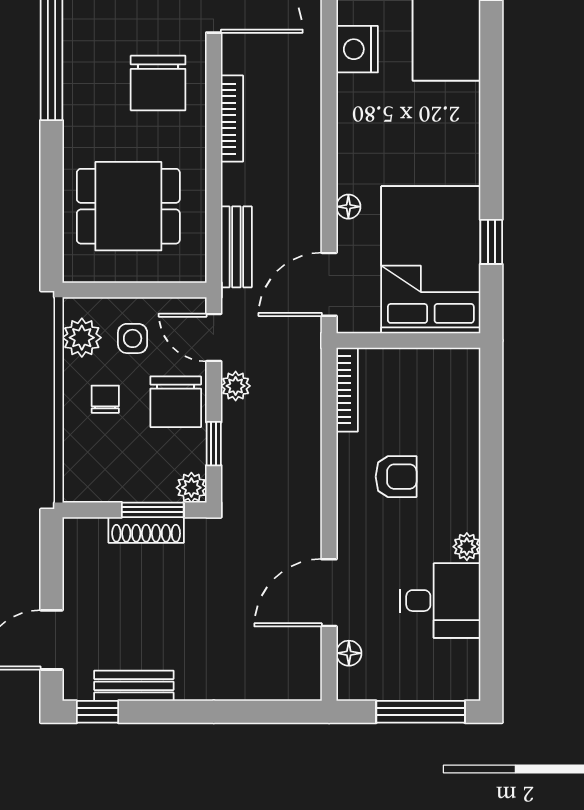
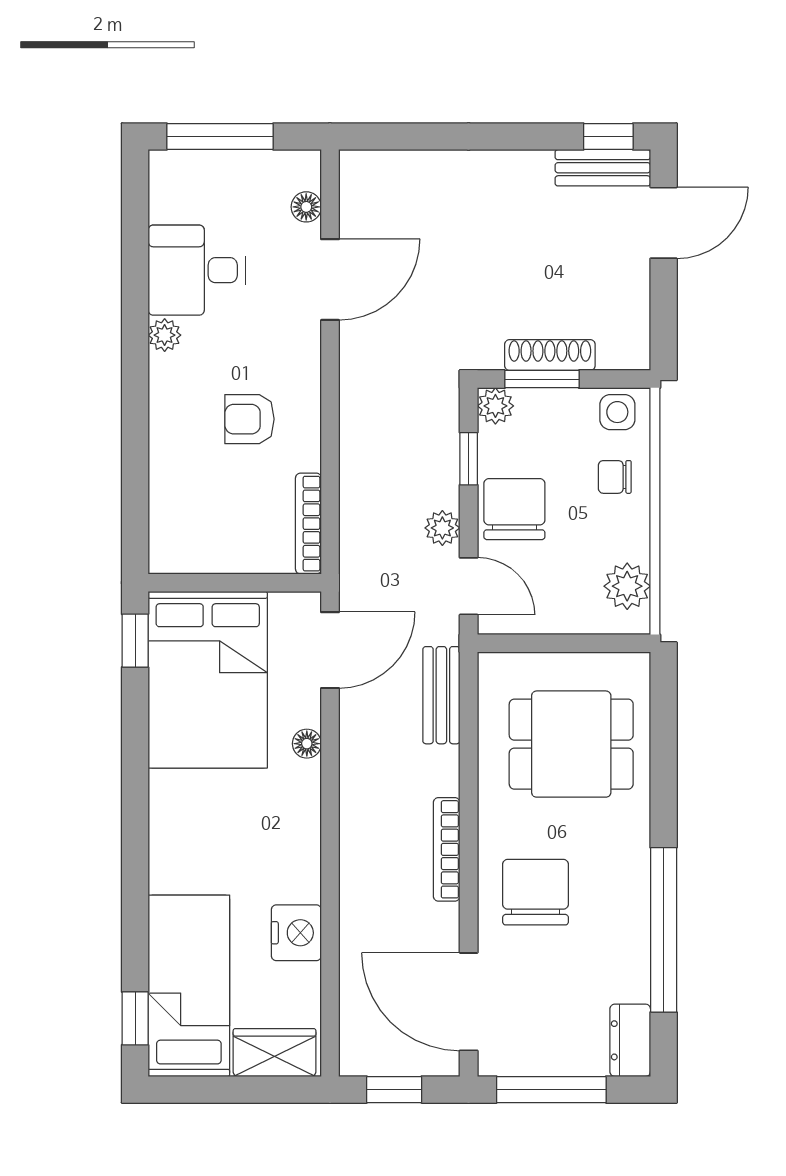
window: (491, 242) -> (135, 641), moved
side table: (133, 338) -> (617, 412), moved
chair: (105, 399) -> (615, 477), moved, turned 90
bench: (134, 686) -> (603, 168), moved

